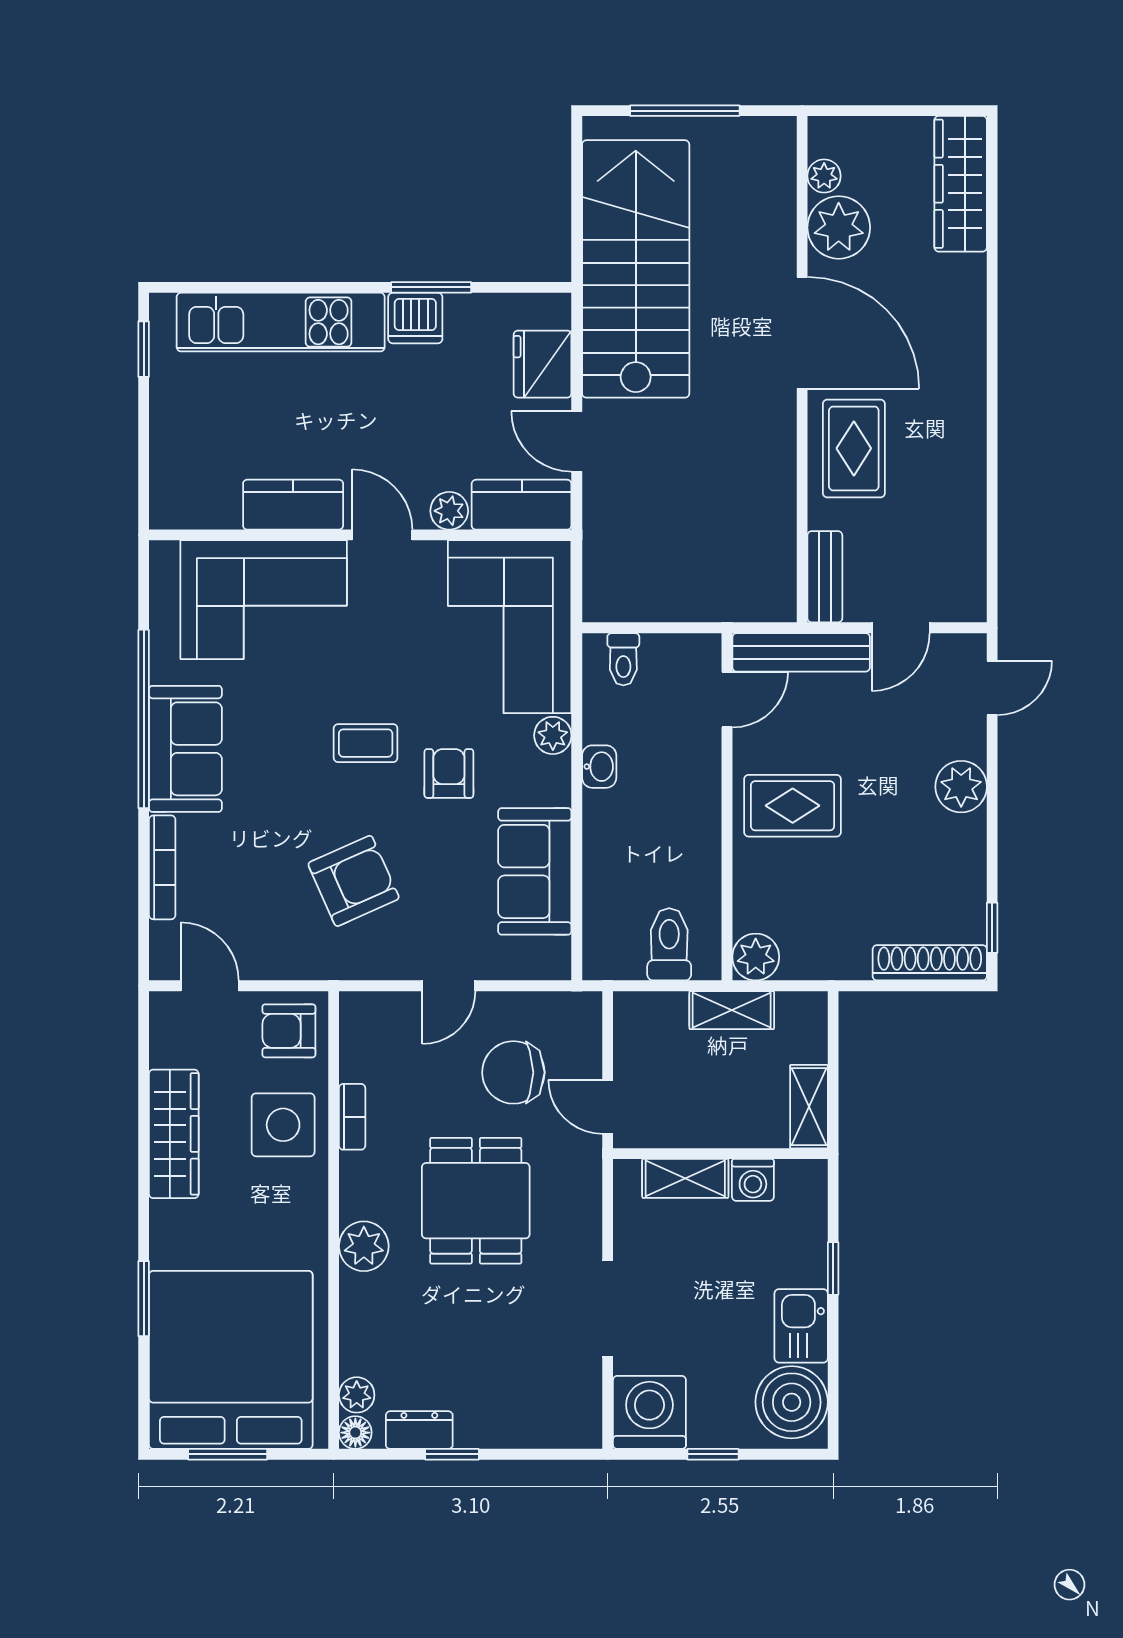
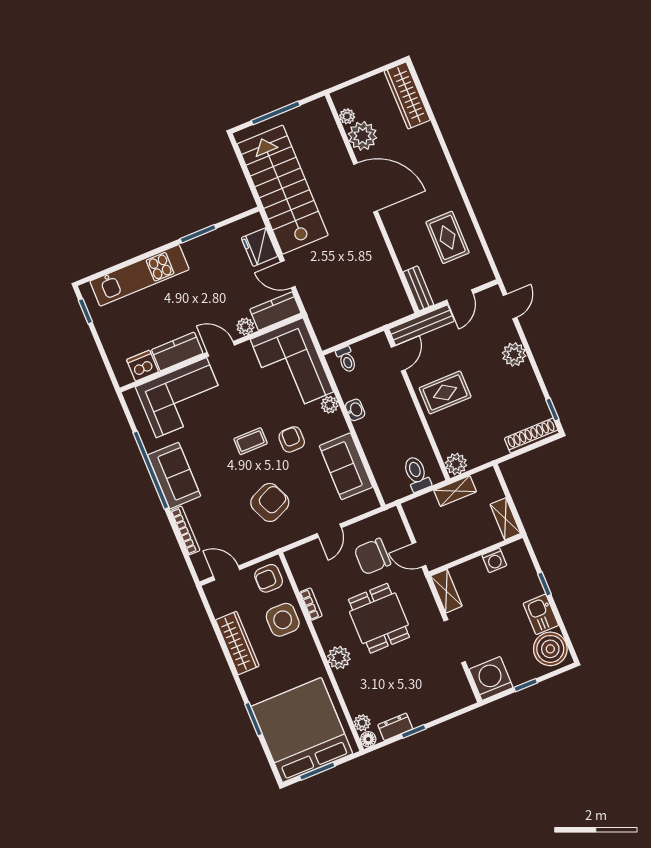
dishwasher: (415, 318) -> (142, 366), moved, turned 180
rug: (854, 448) -> (447, 237), moved
shelving: (685, 1178) -> (446, 591), moved, turned 90

